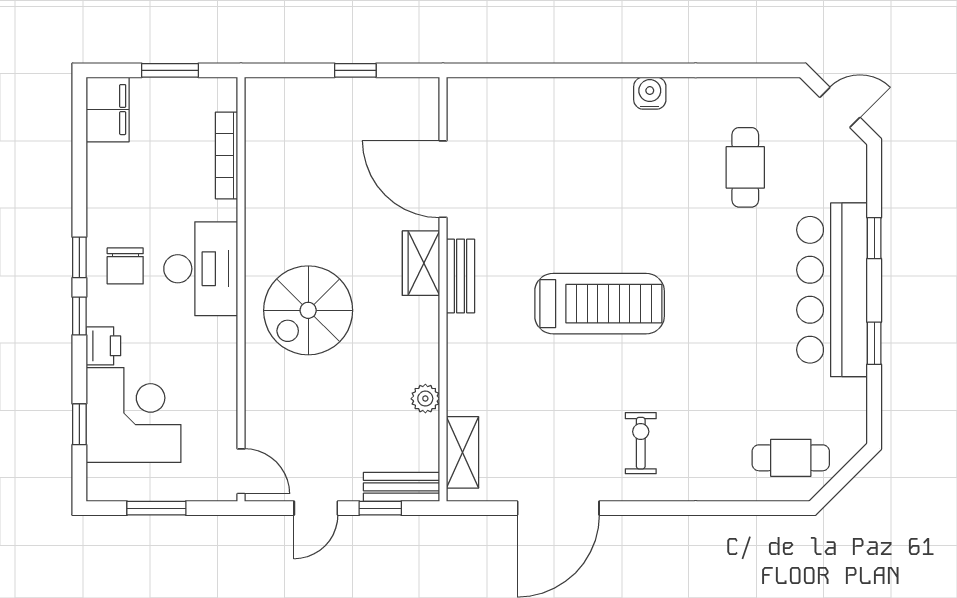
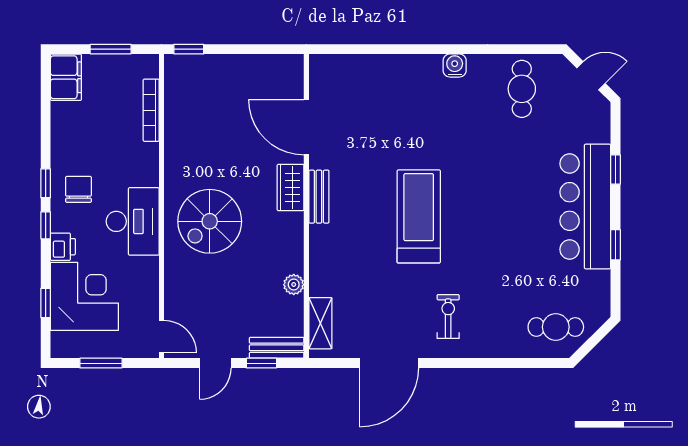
window: (355, 70) -> (189, 49), moved
cafe table: (745, 167) -> (522, 89), moved
chair: (125, 266) -> (79, 189), turned 180
desk: (201, 269) -> (133, 221), moved
treadmill: (600, 304) -> (419, 216), turned -90

